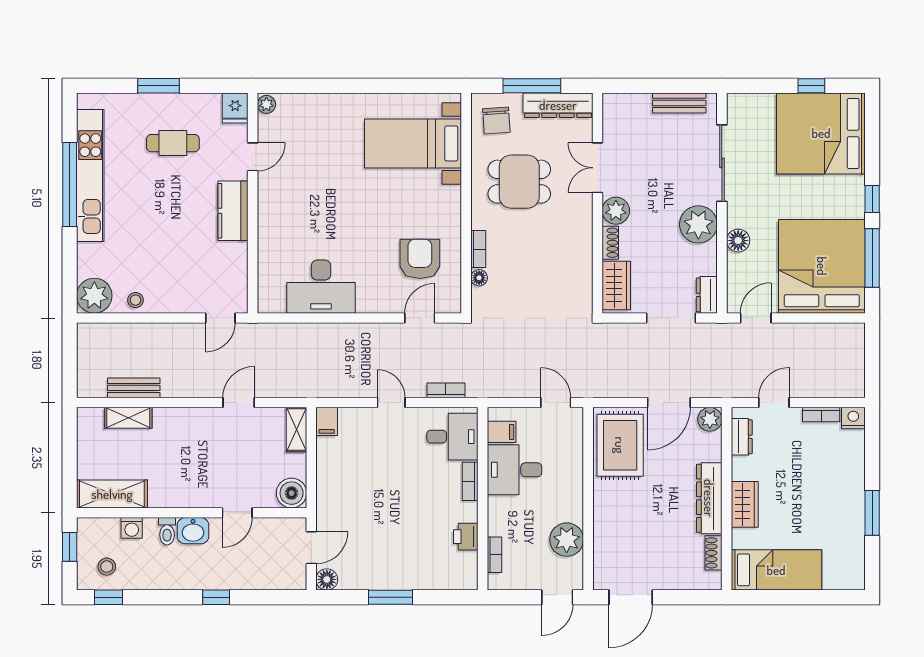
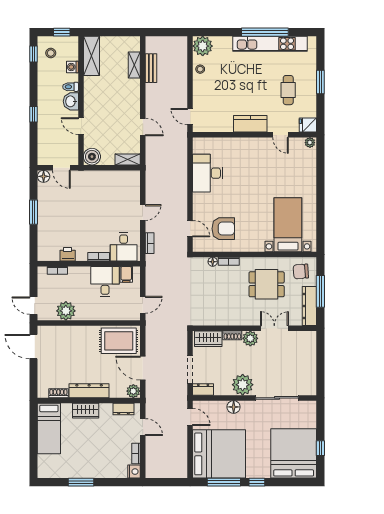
bench: (679, 103) -> (311, 374), removed
dining table: (519, 182) -> (267, 284), turned 90
filing cabinet: (327, 421) -> (132, 176), removed

